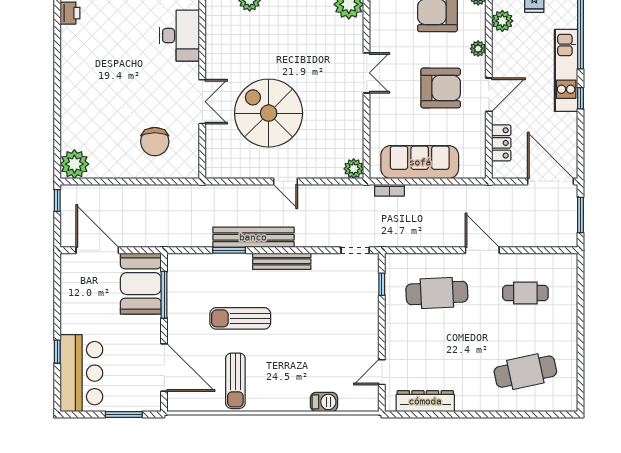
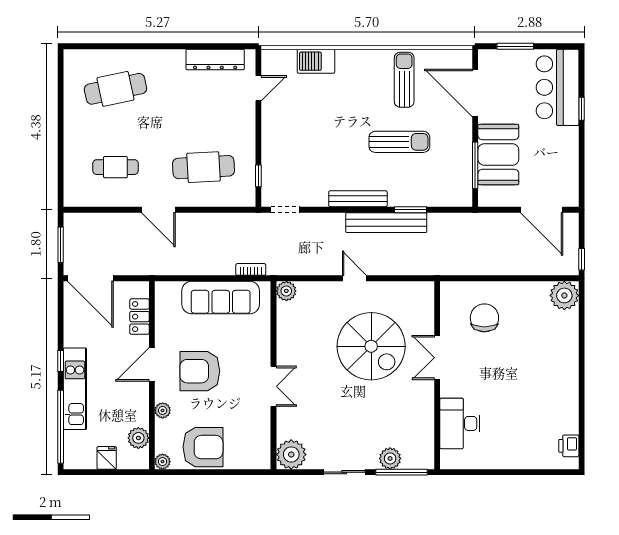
double door: (367, 73) -> (274, 386), swing flipped
booth: (141, 284) -> (498, 154), moved
barbecue: (324, 402) -> (316, 61), width x1.38, depth x1.27

